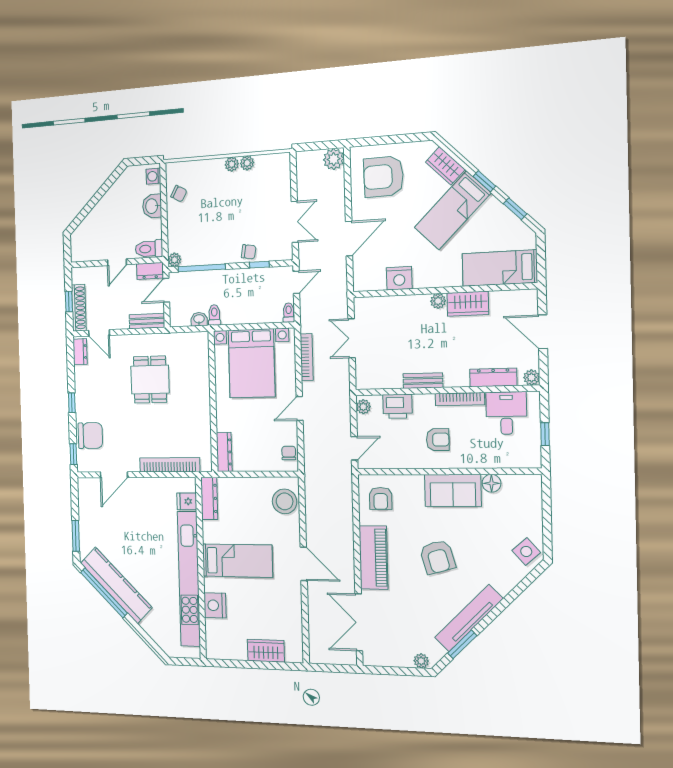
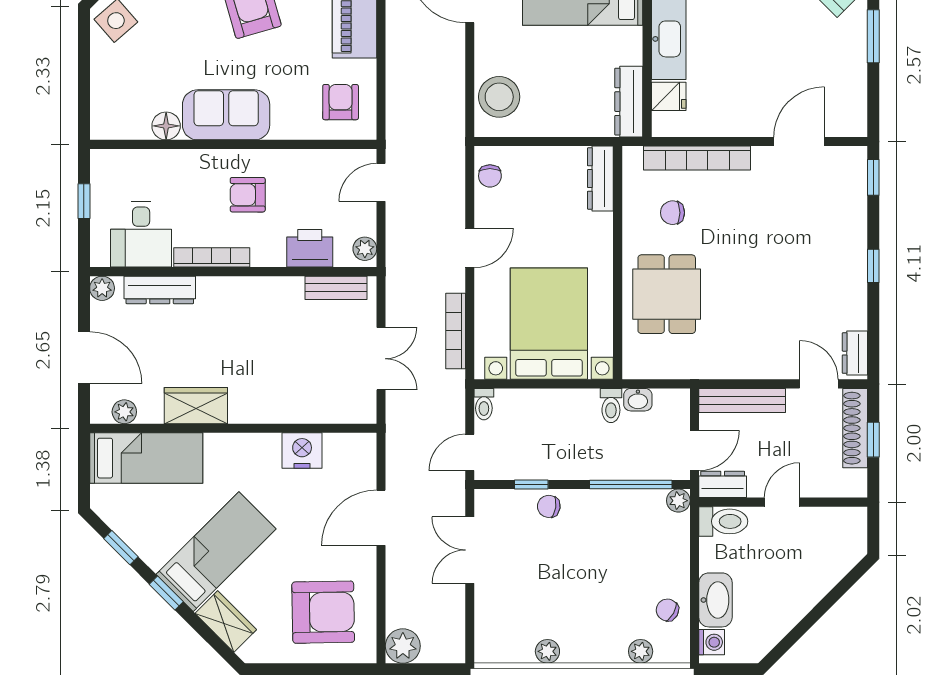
plant: (232, 164) -> (641, 651), moved
washbasin: (152, 206) -> (715, 600), width x1.38
plant: (438, 301) -> (124, 412), moved
bench: (147, 321) -> (742, 400), width x1.36
dining table: (150, 380) -> (667, 294), moved
bench: (423, 381) -> (336, 288), moved
chair: (90, 436) -> (673, 213), moved, width x0.54, depth x0.54

